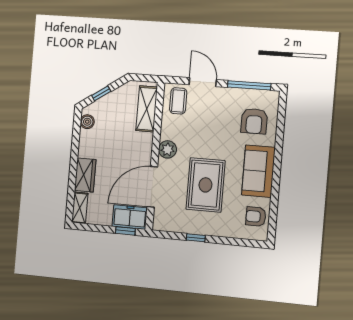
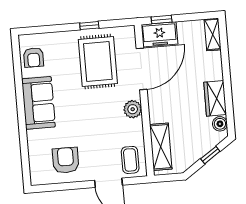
window: (249, 85) -> (62, 187), removed
armchair: (254, 121) -> (66, 160), moved
wardrobe: (85, 175) -> (215, 98), moved
rug: (205, 185) -> (98, 62), moved
armchair: (256, 217) -> (34, 57), turned 90

